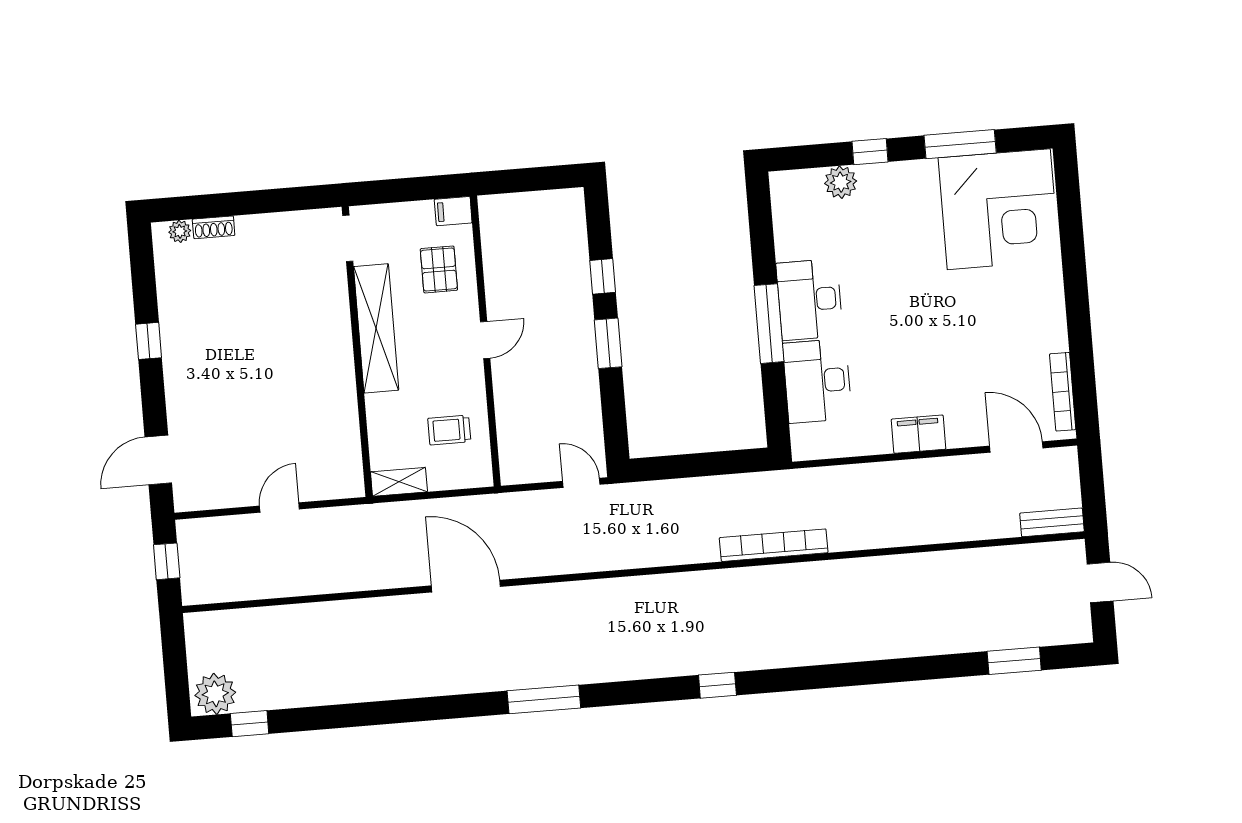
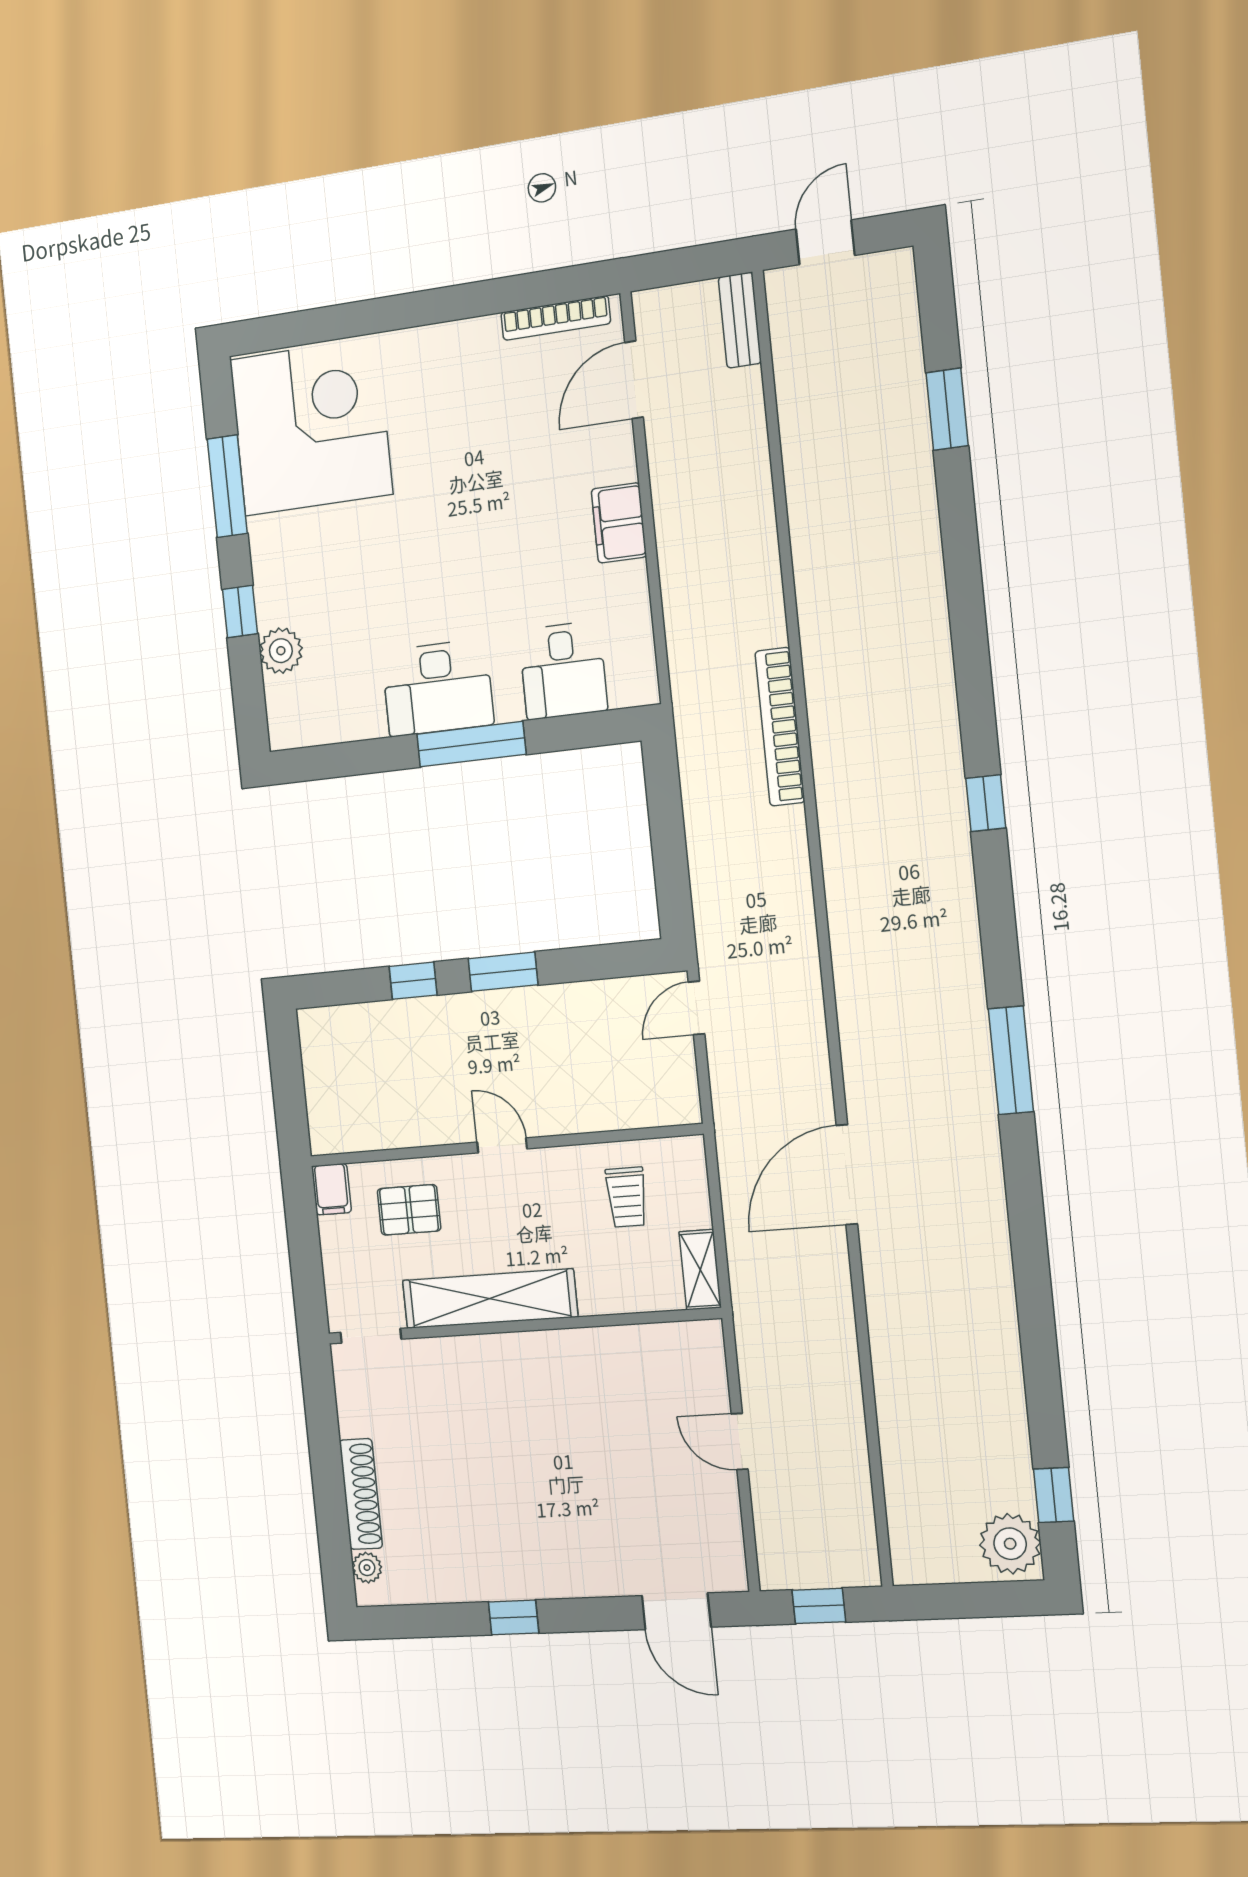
shoe rack: (214, 227) -> (361, 1494), width x1.94, depth x1.24
desk: (817, 381) -> (563, 670), width x0.73
window: (1014, 661) -> (947, 409), moved

